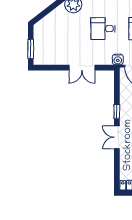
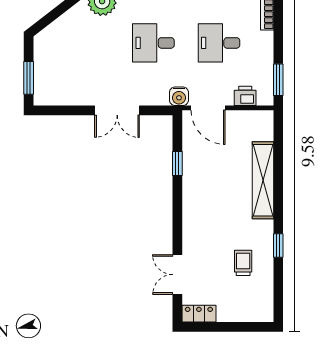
window: (117, 111) -> (177, 163), moved
double door: (117, 137) -> (177, 275), moved

